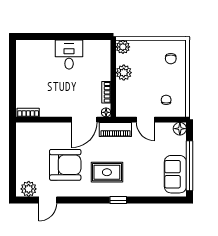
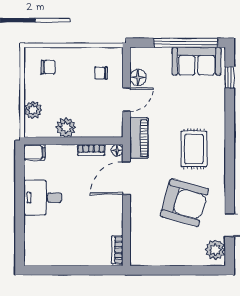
plant: (123, 47) -> (33, 110), moved
filing cabinet: (104, 48) -> (34, 152), added
door: (84, 120) -> (126, 178), swing flipped
floor lamp: (180, 129) -> (138, 77), moved
armchair: (65, 165) -> (184, 203), turned 106
window: (118, 200) -> (230, 77), moved

